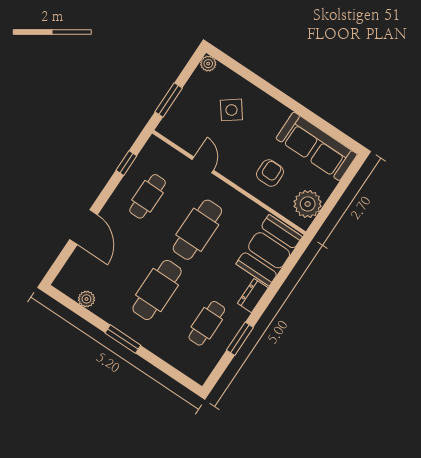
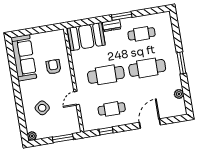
armchair: (270, 173) -> (53, 67), turned 90
plant: (308, 204) -> (52, 39), removed
window: (240, 339) -> (122, 16), moved

